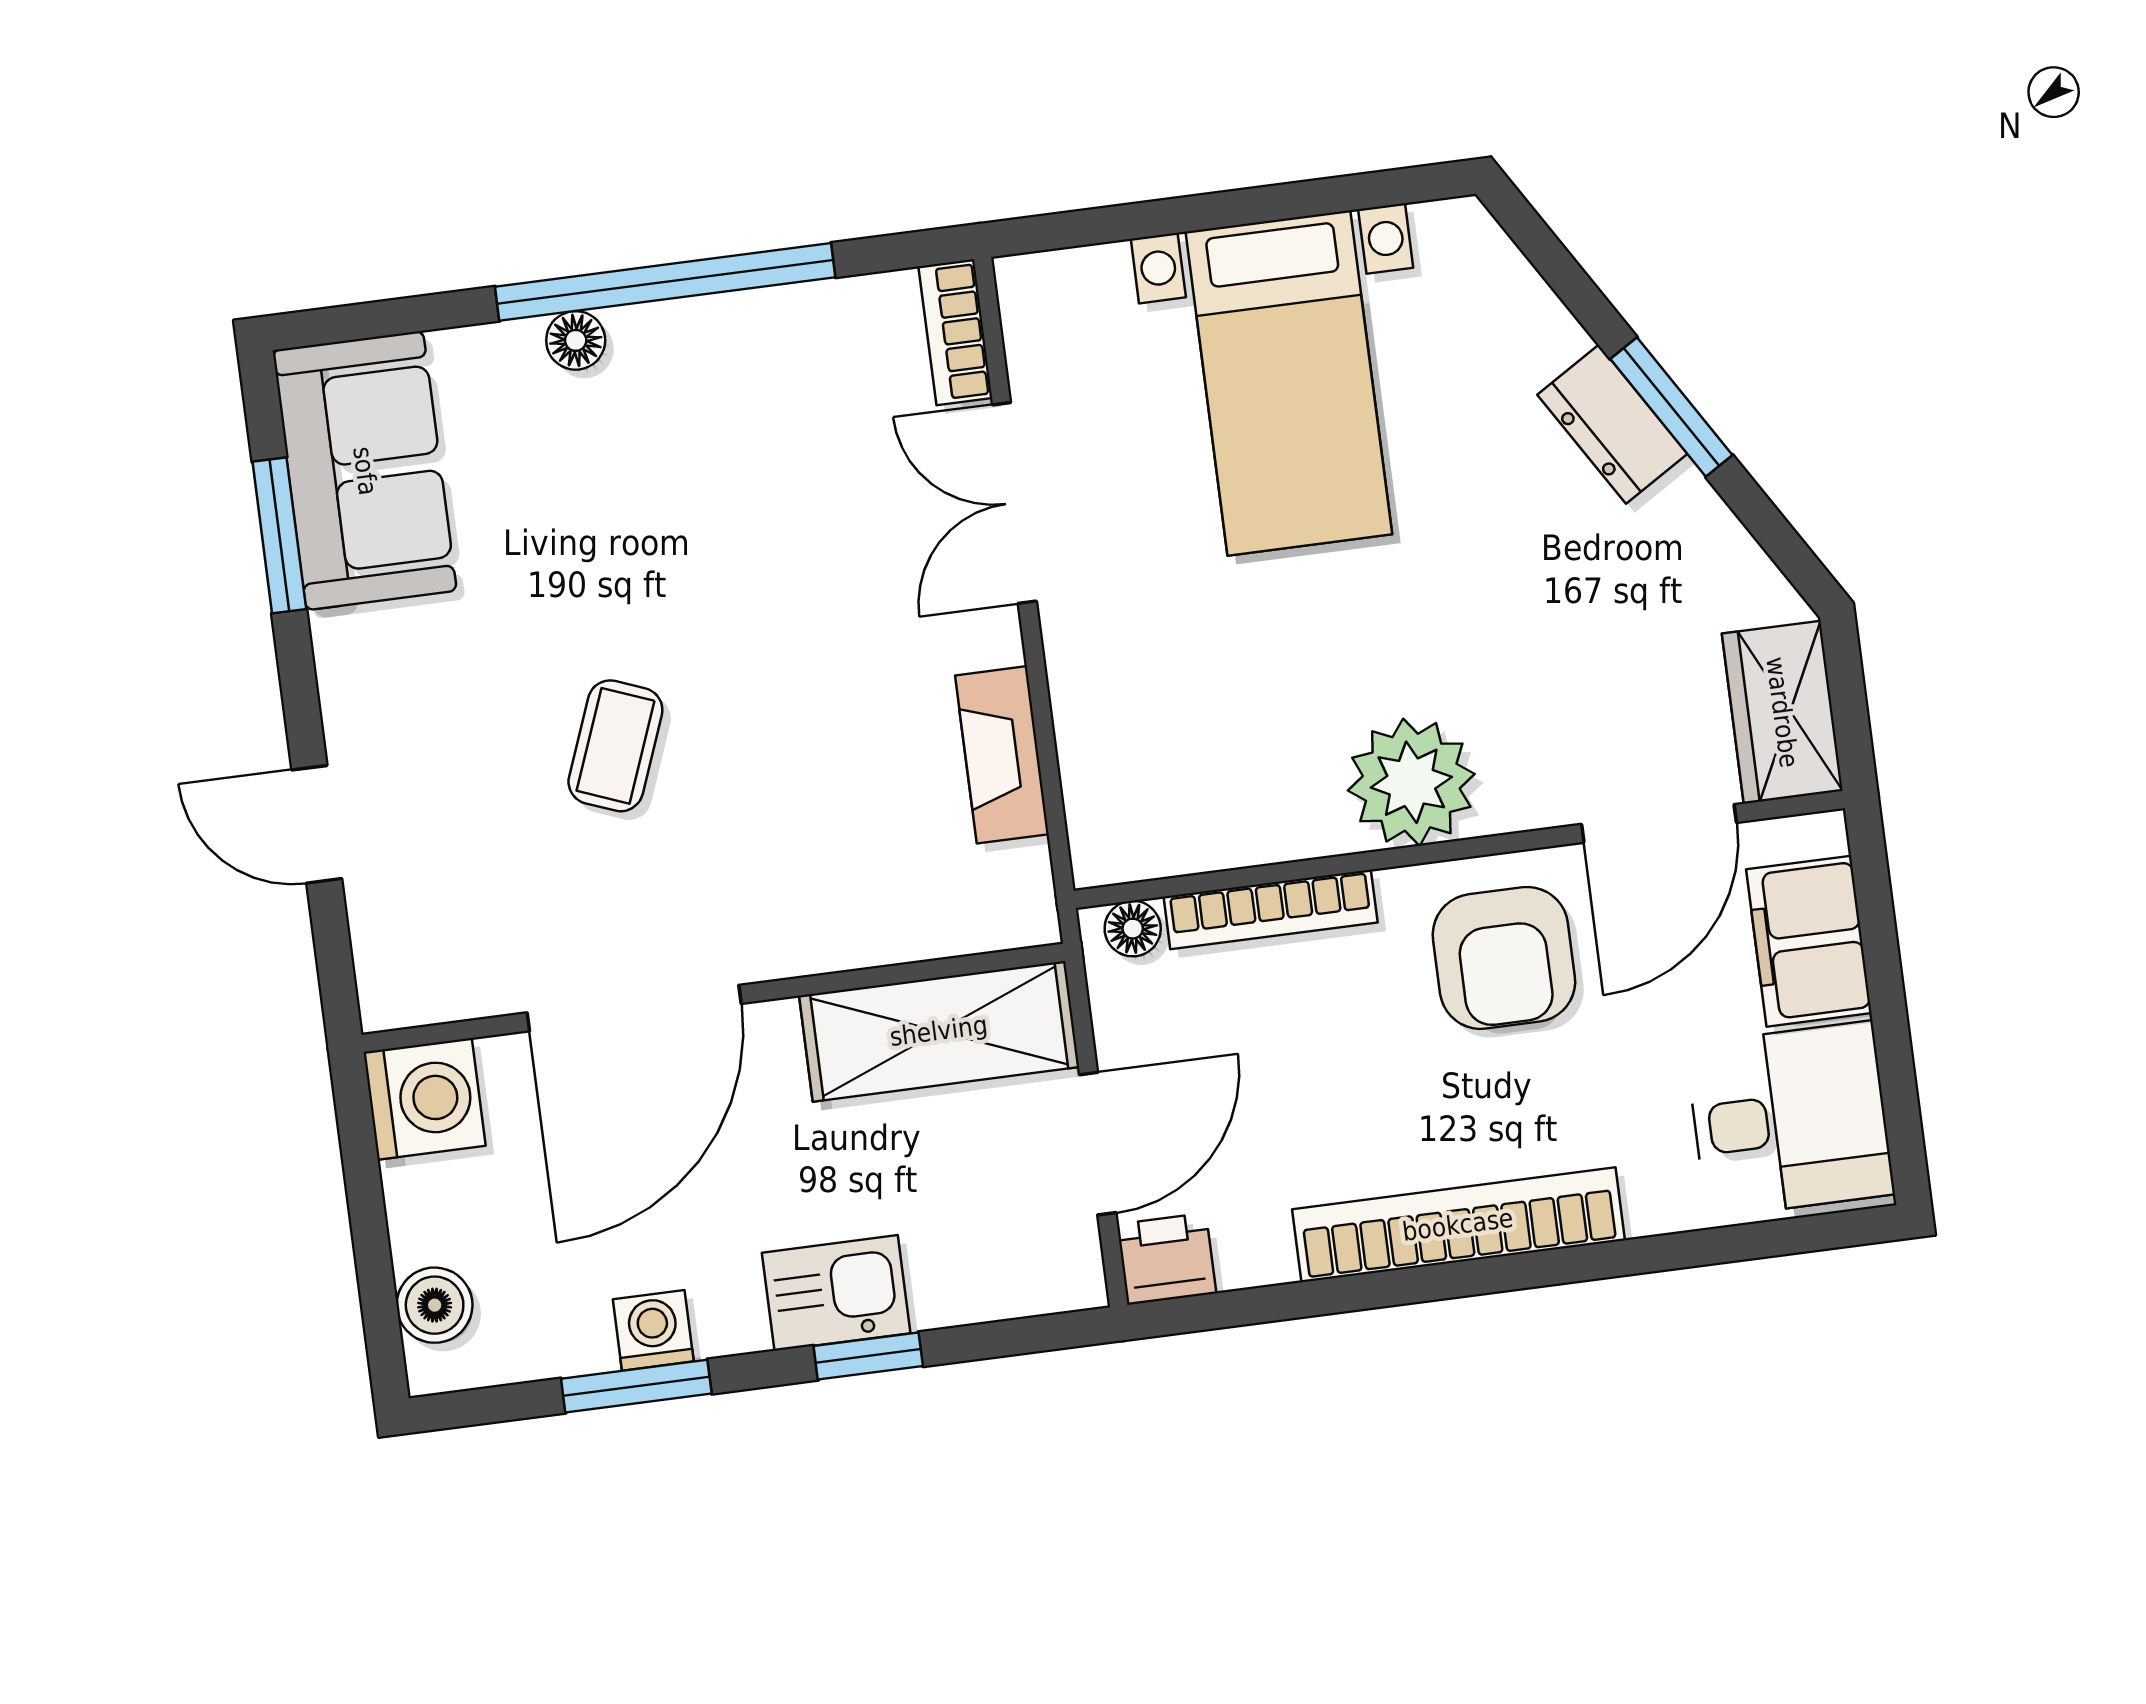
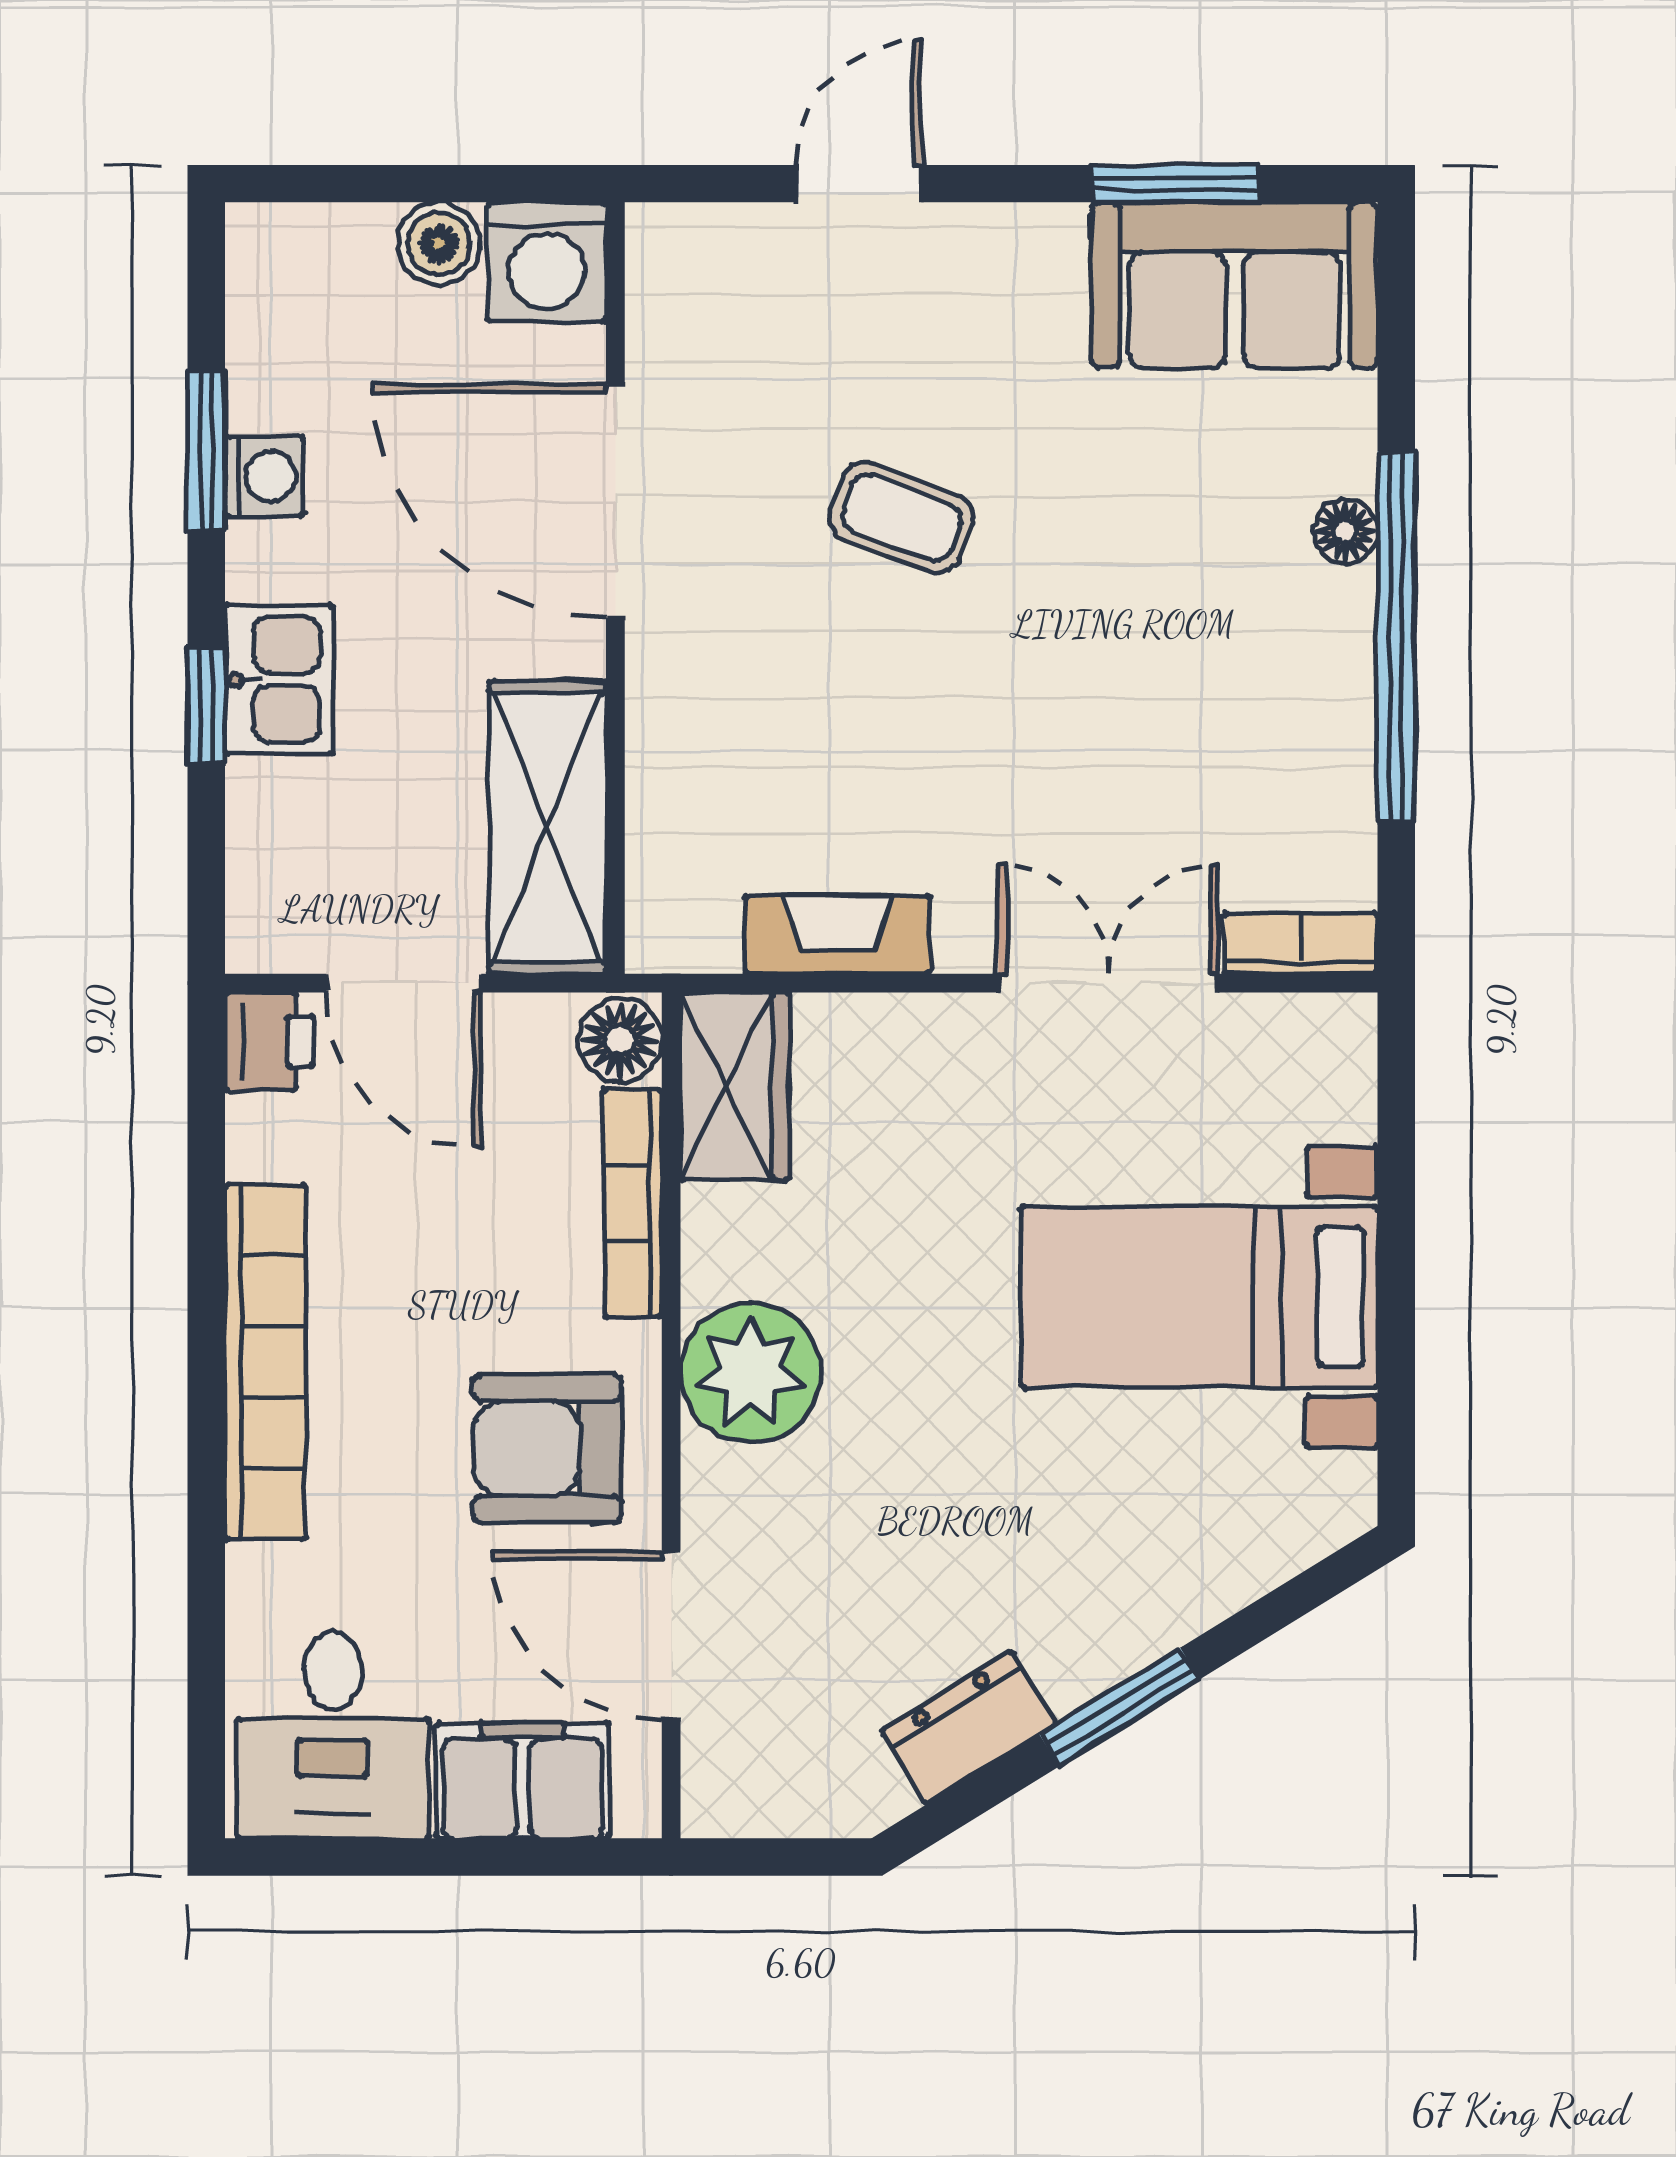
dresser: (1612, 424) -> (969, 1728), moved
wardrobe: (1782, 712) -> (735, 1086), moved, turned 90
floor lamp: (1133, 929) -> (620, 1040), width x1.37, depth x1.37
boiler: (435, 1305) -> (439, 243), moved

